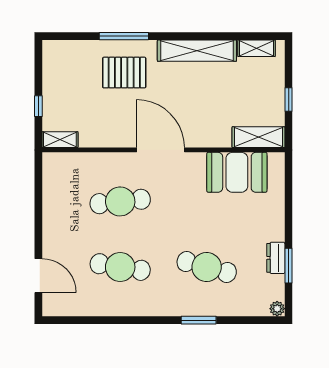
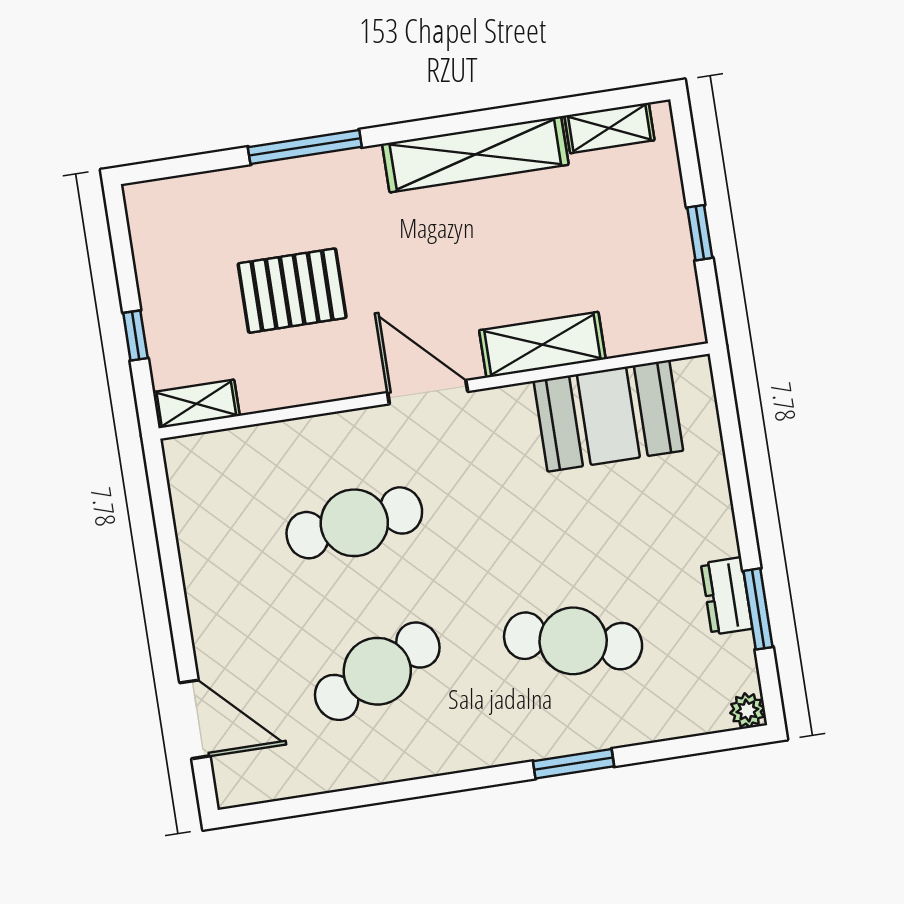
pallet: (124, 73) -> (292, 291), moved
shelving: (258, 137) -> (542, 345), moved
door: (161, 150) -> (428, 392), width x0.73
cafe table: (120, 267) -> (377, 671), turned -33

